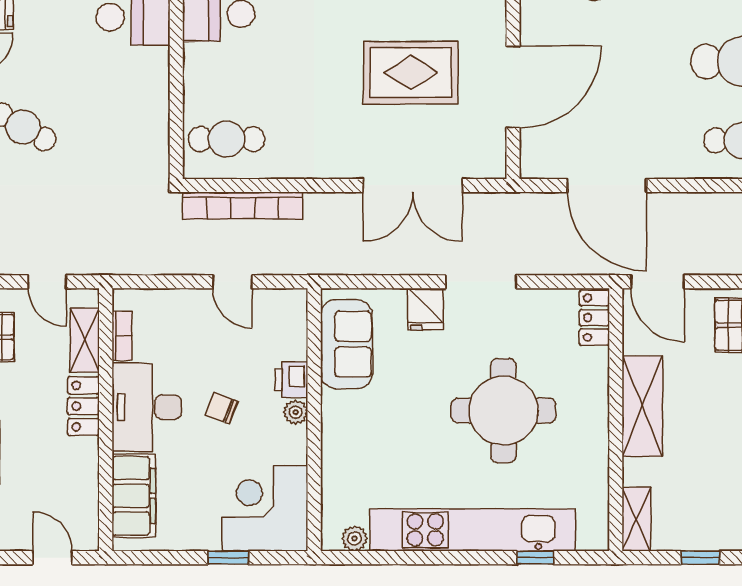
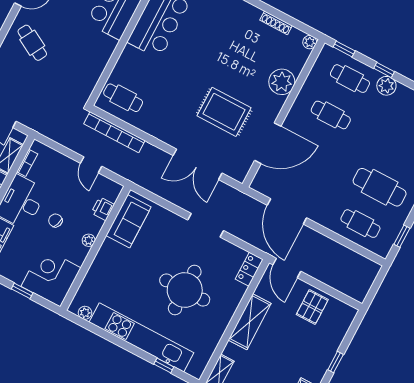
fridge: (425, 309) -> (173, 224), removed
printer: (291, 380) -> (103, 209), moved

